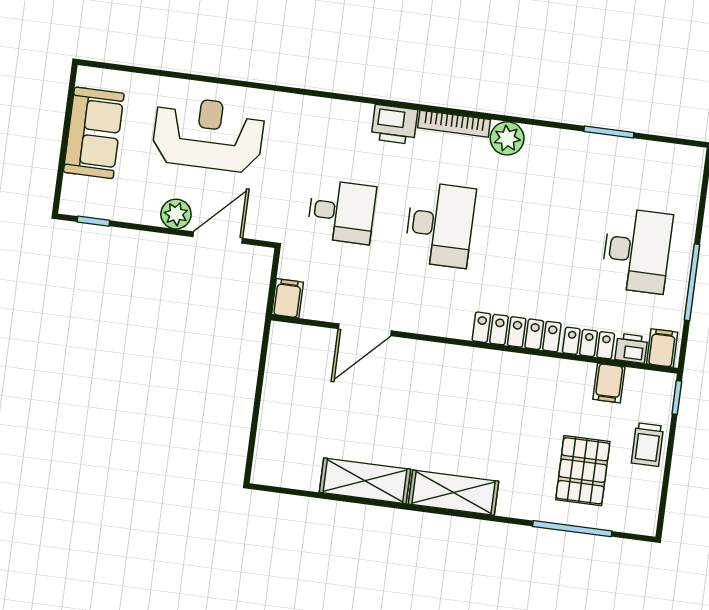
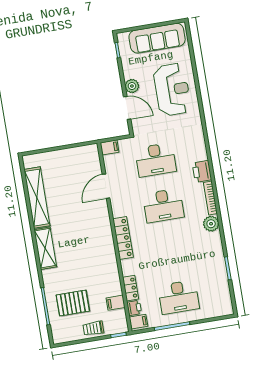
sofa: (94, 133) -> (157, 38), width x1.36
desk: (342, 212) -> (156, 160), width x1.37
door: (365, 330) -> (106, 186), hinge flipped
locker: (517, 332) -> (123, 238), moved
shelving: (365, 481) -> (37, 198), width x1.47

